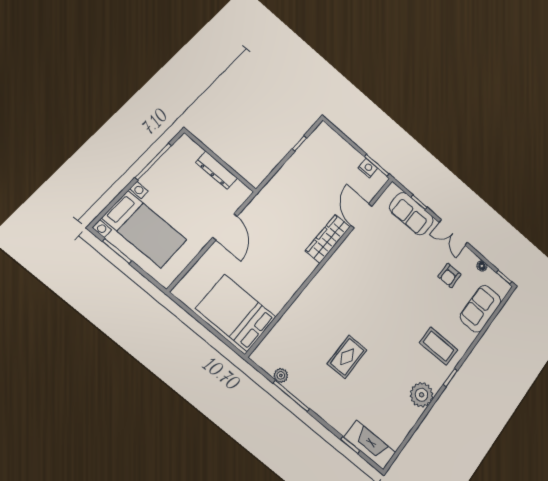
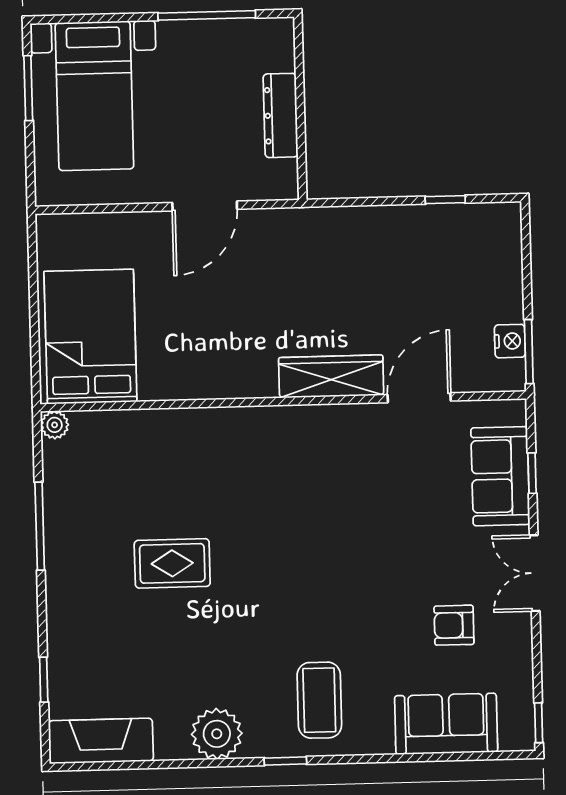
floor lamp: (482, 266) -> (522, 669), removed
plant: (281, 375) -> (55, 425), moved
fireplace: (370, 445) -> (101, 741), moved, turned -90

